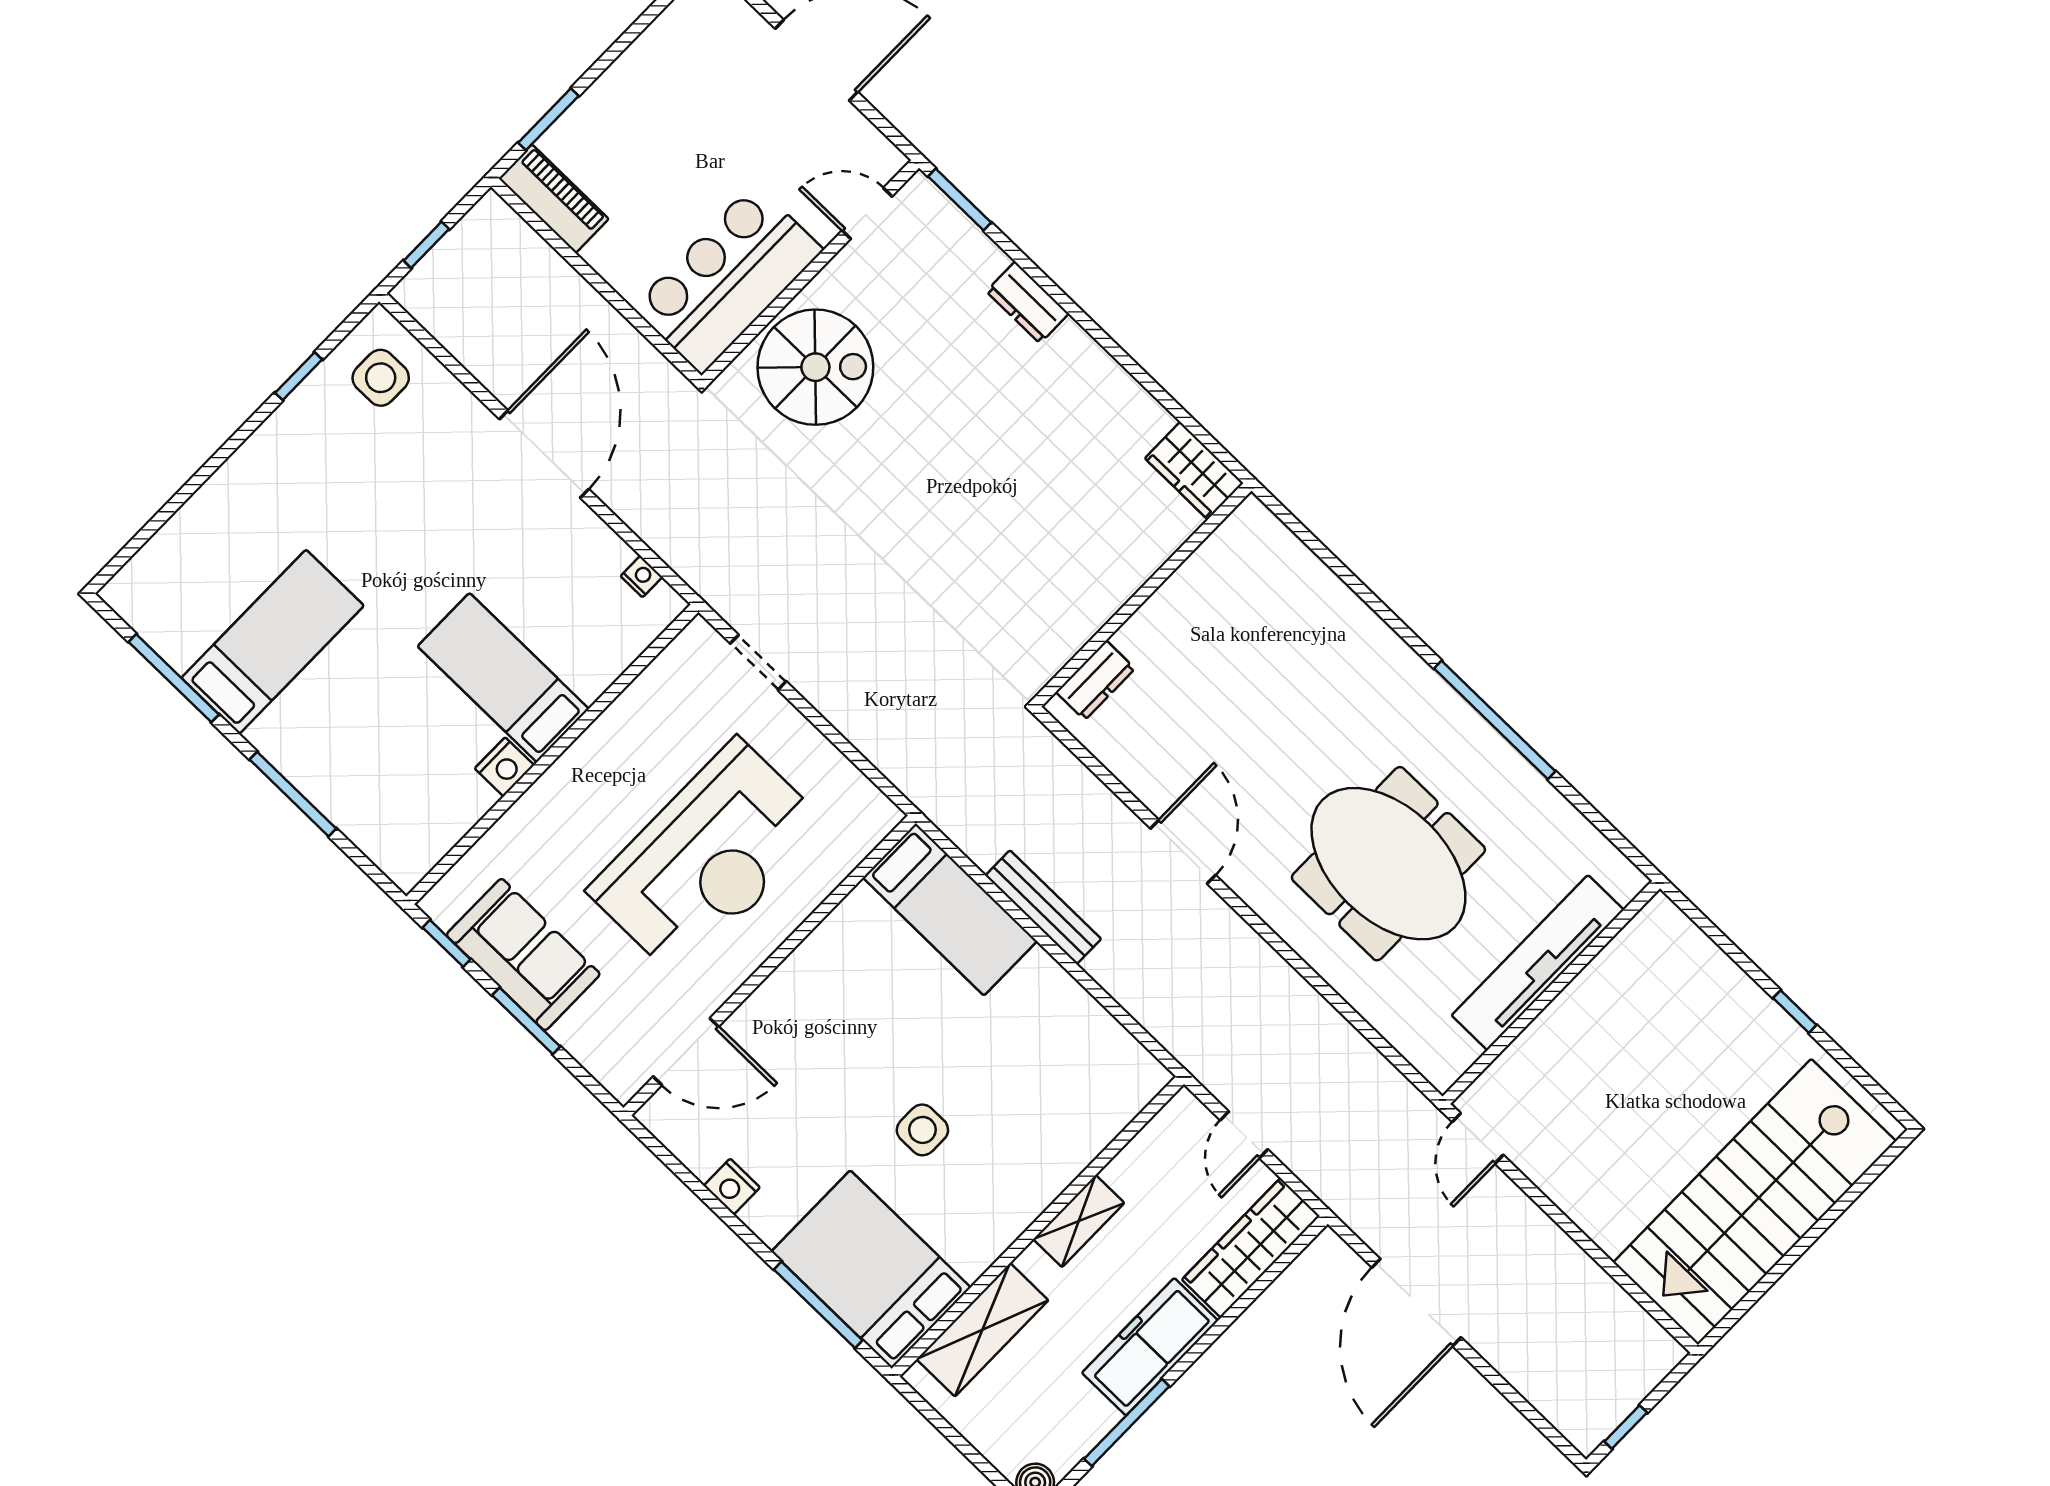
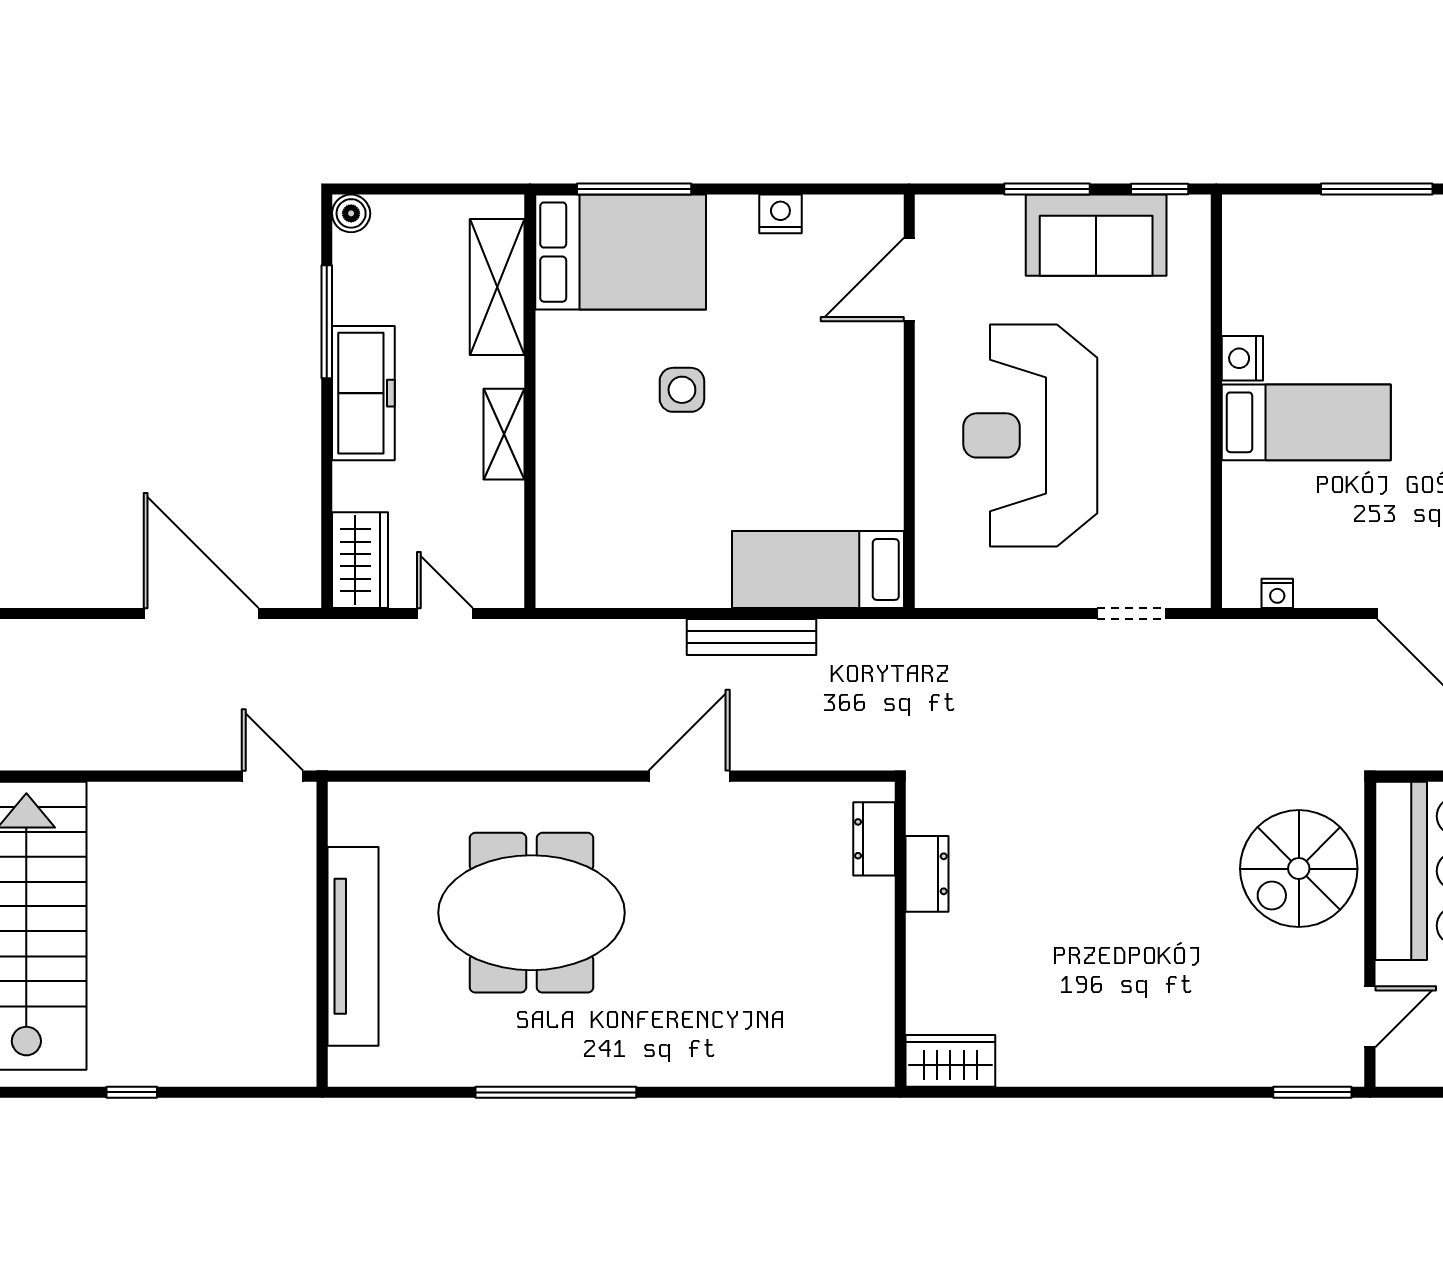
dresser: (1028, 302) -> (927, 874), moved, turned 90
door: (1183, 852) -> (689, 776), swing flipped
wardrobe: (1251, 1248) -> (360, 560), width x0.67

